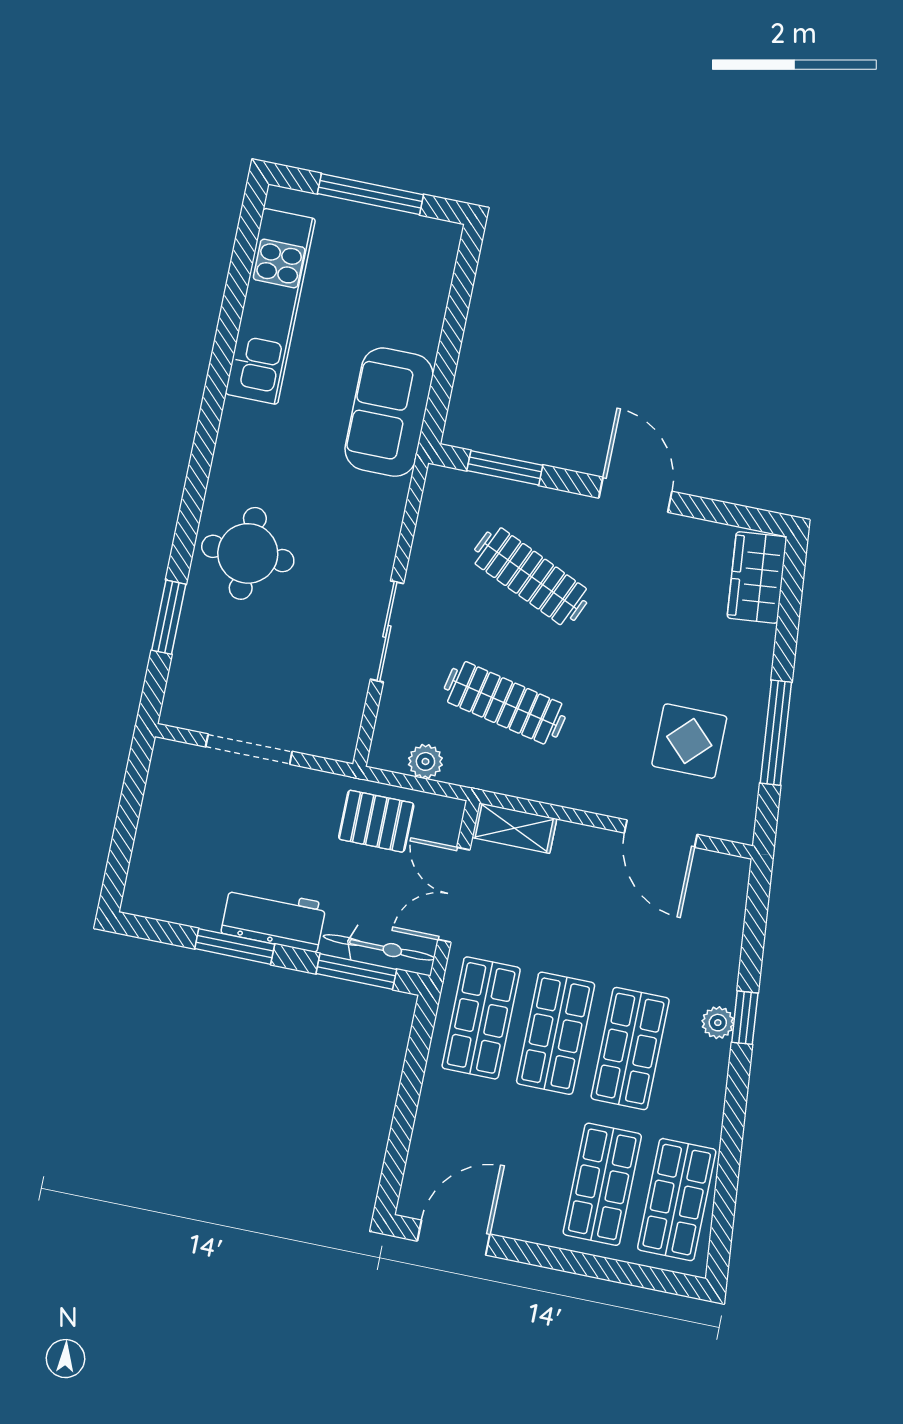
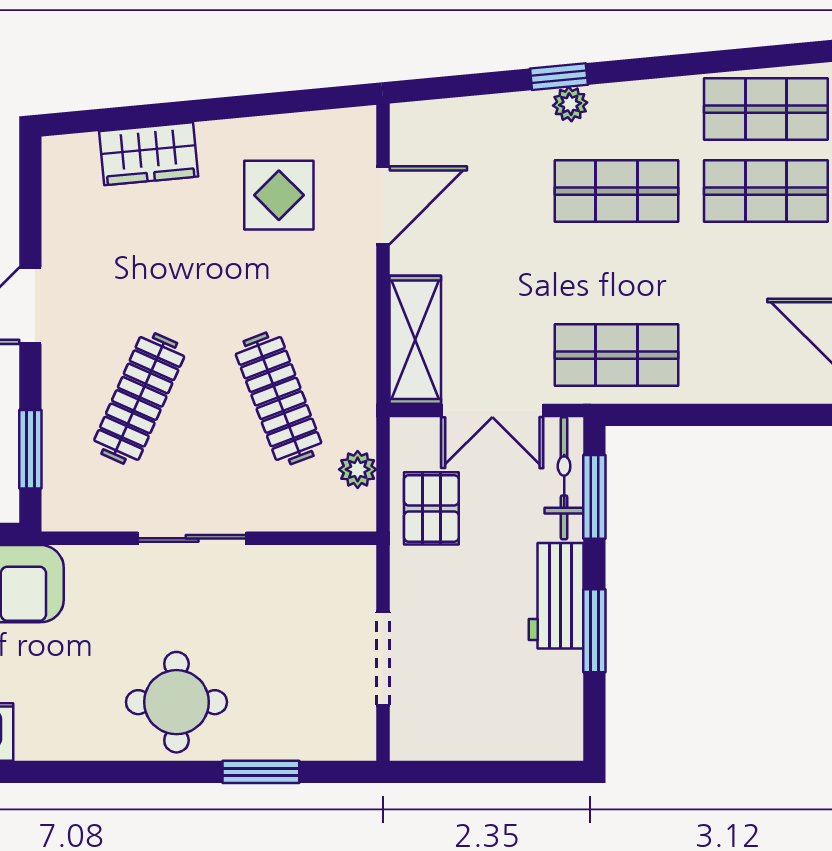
wardrobe: (757, 577) -> (149, 154), moved
sliding door: (387, 631) -> (192, 538), moved
clothes rail: (505, 703) -> (279, 398), turned -33
window: (776, 733) -> (251, 106), removed
shelving: (514, 828) -> (415, 340), width x1.50, depth x1.33
shop shelf: (556, 1033) -> (616, 273), removed

